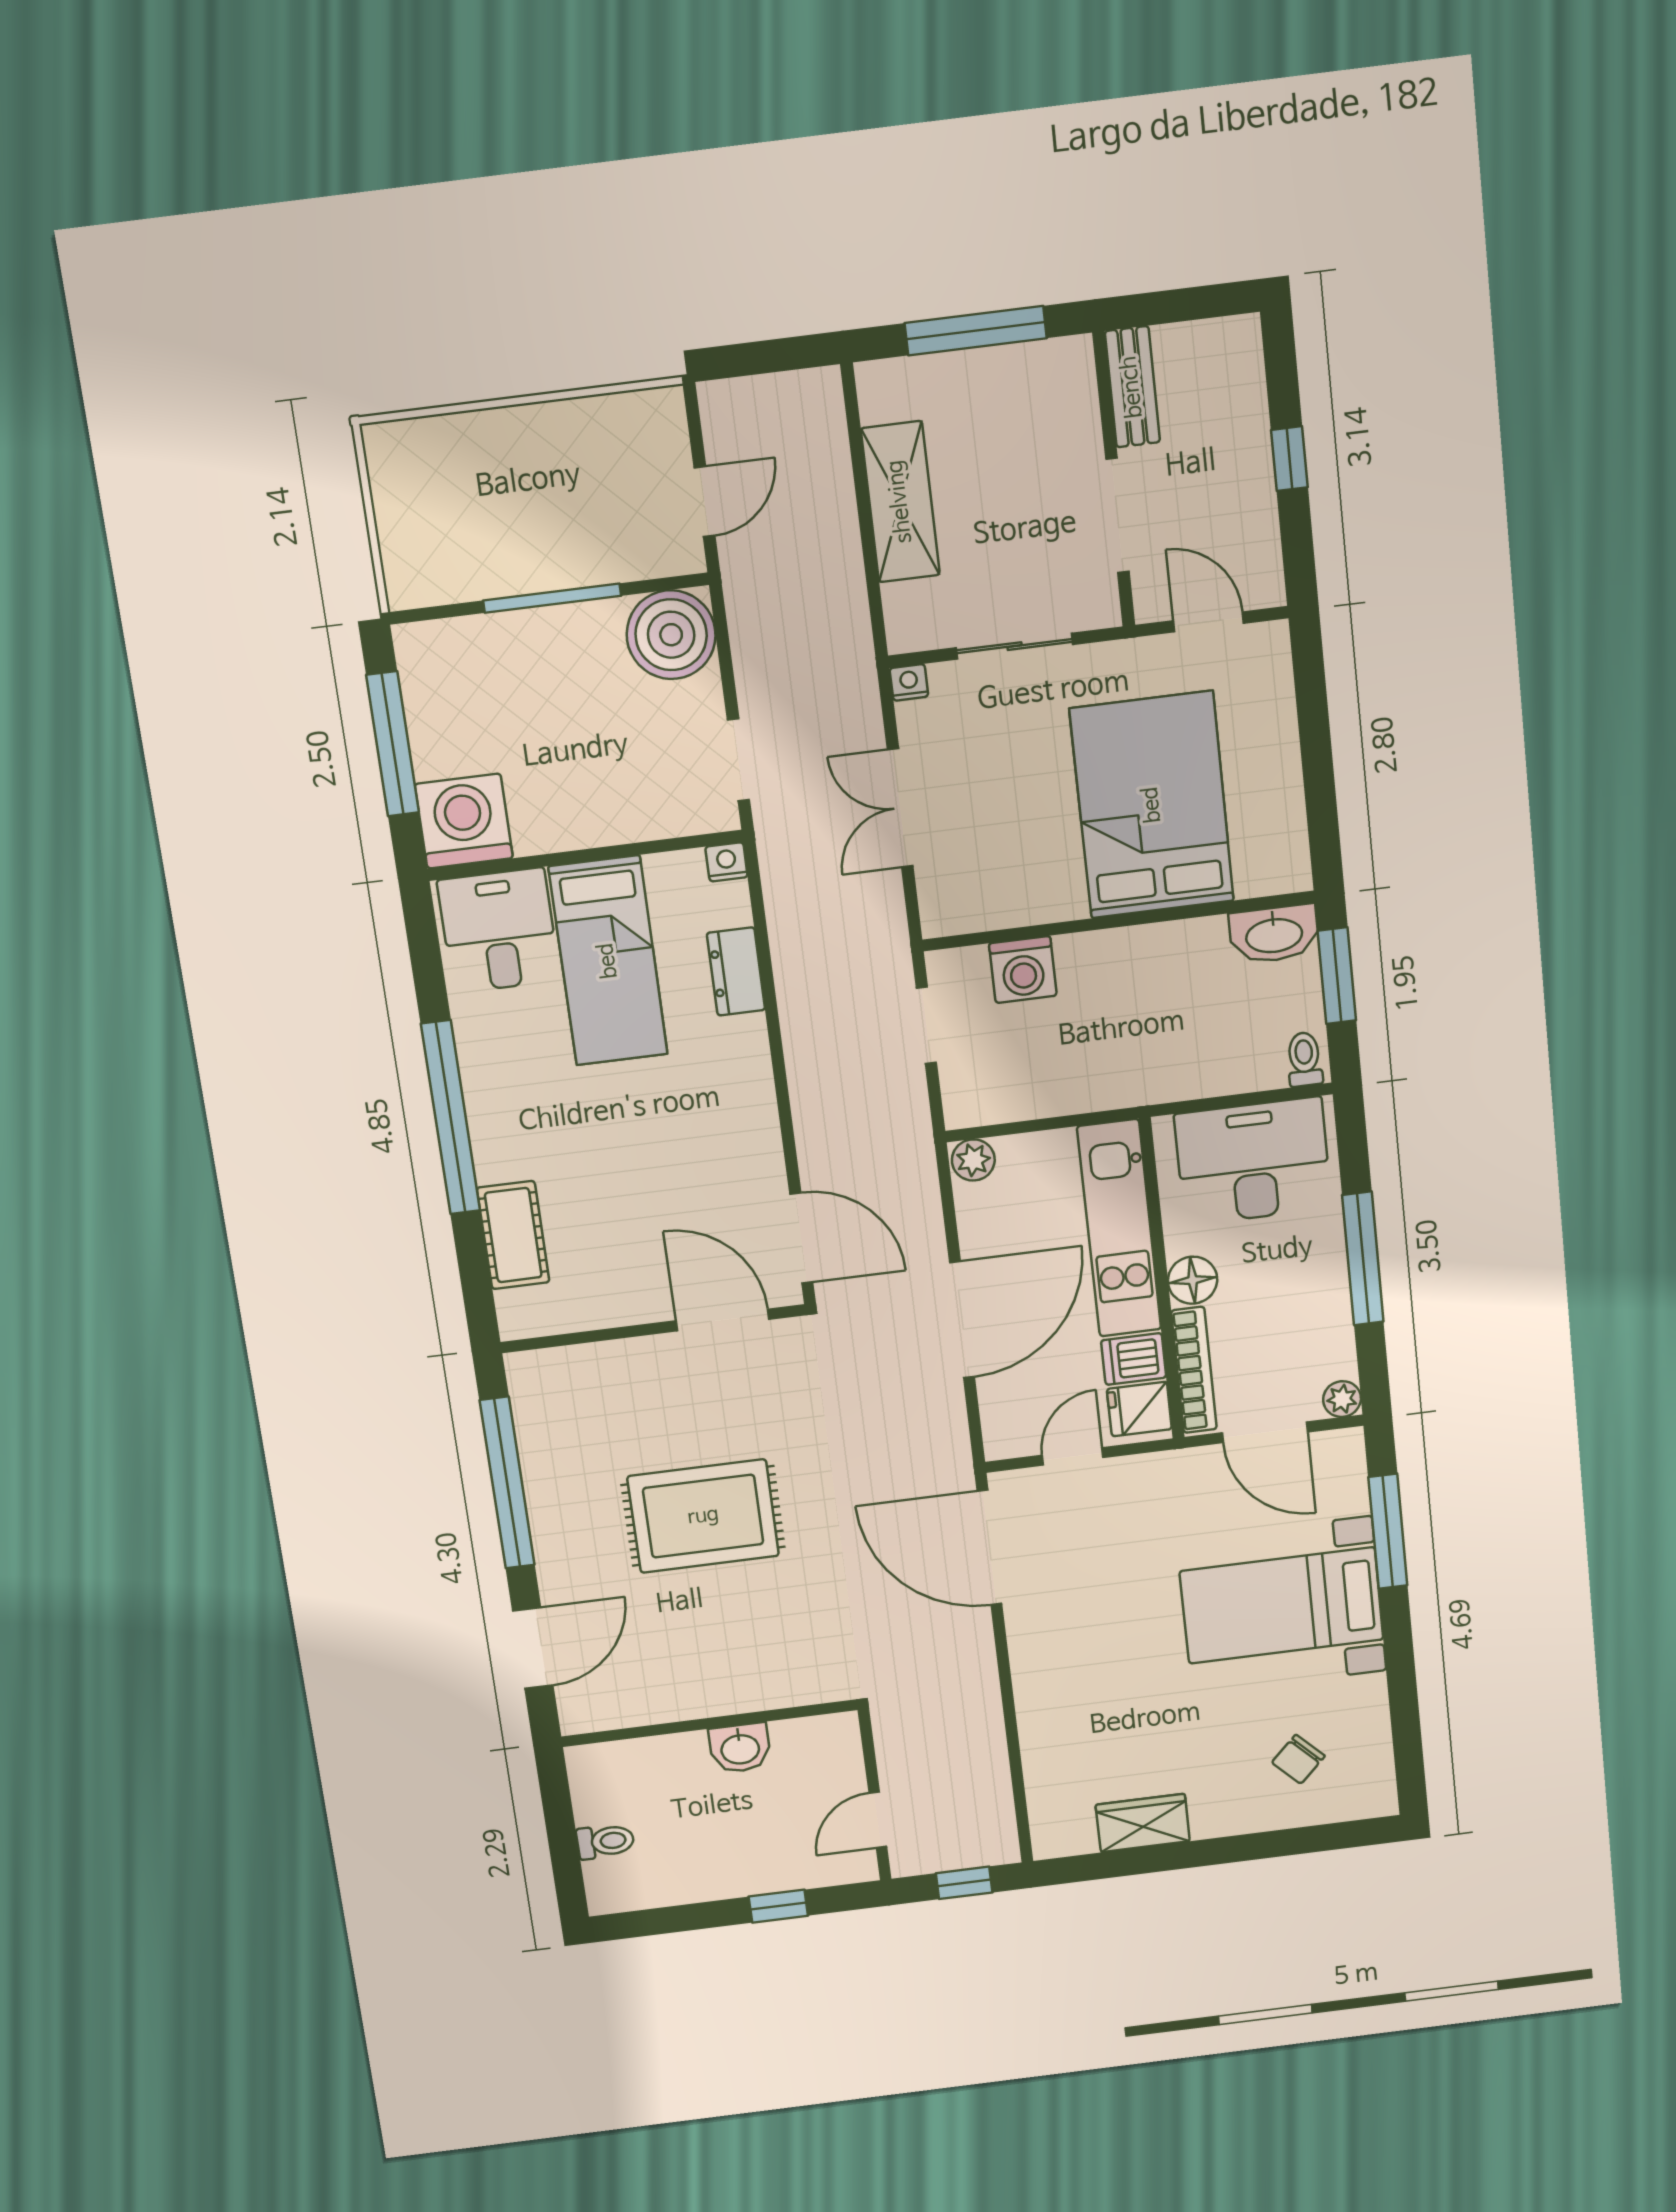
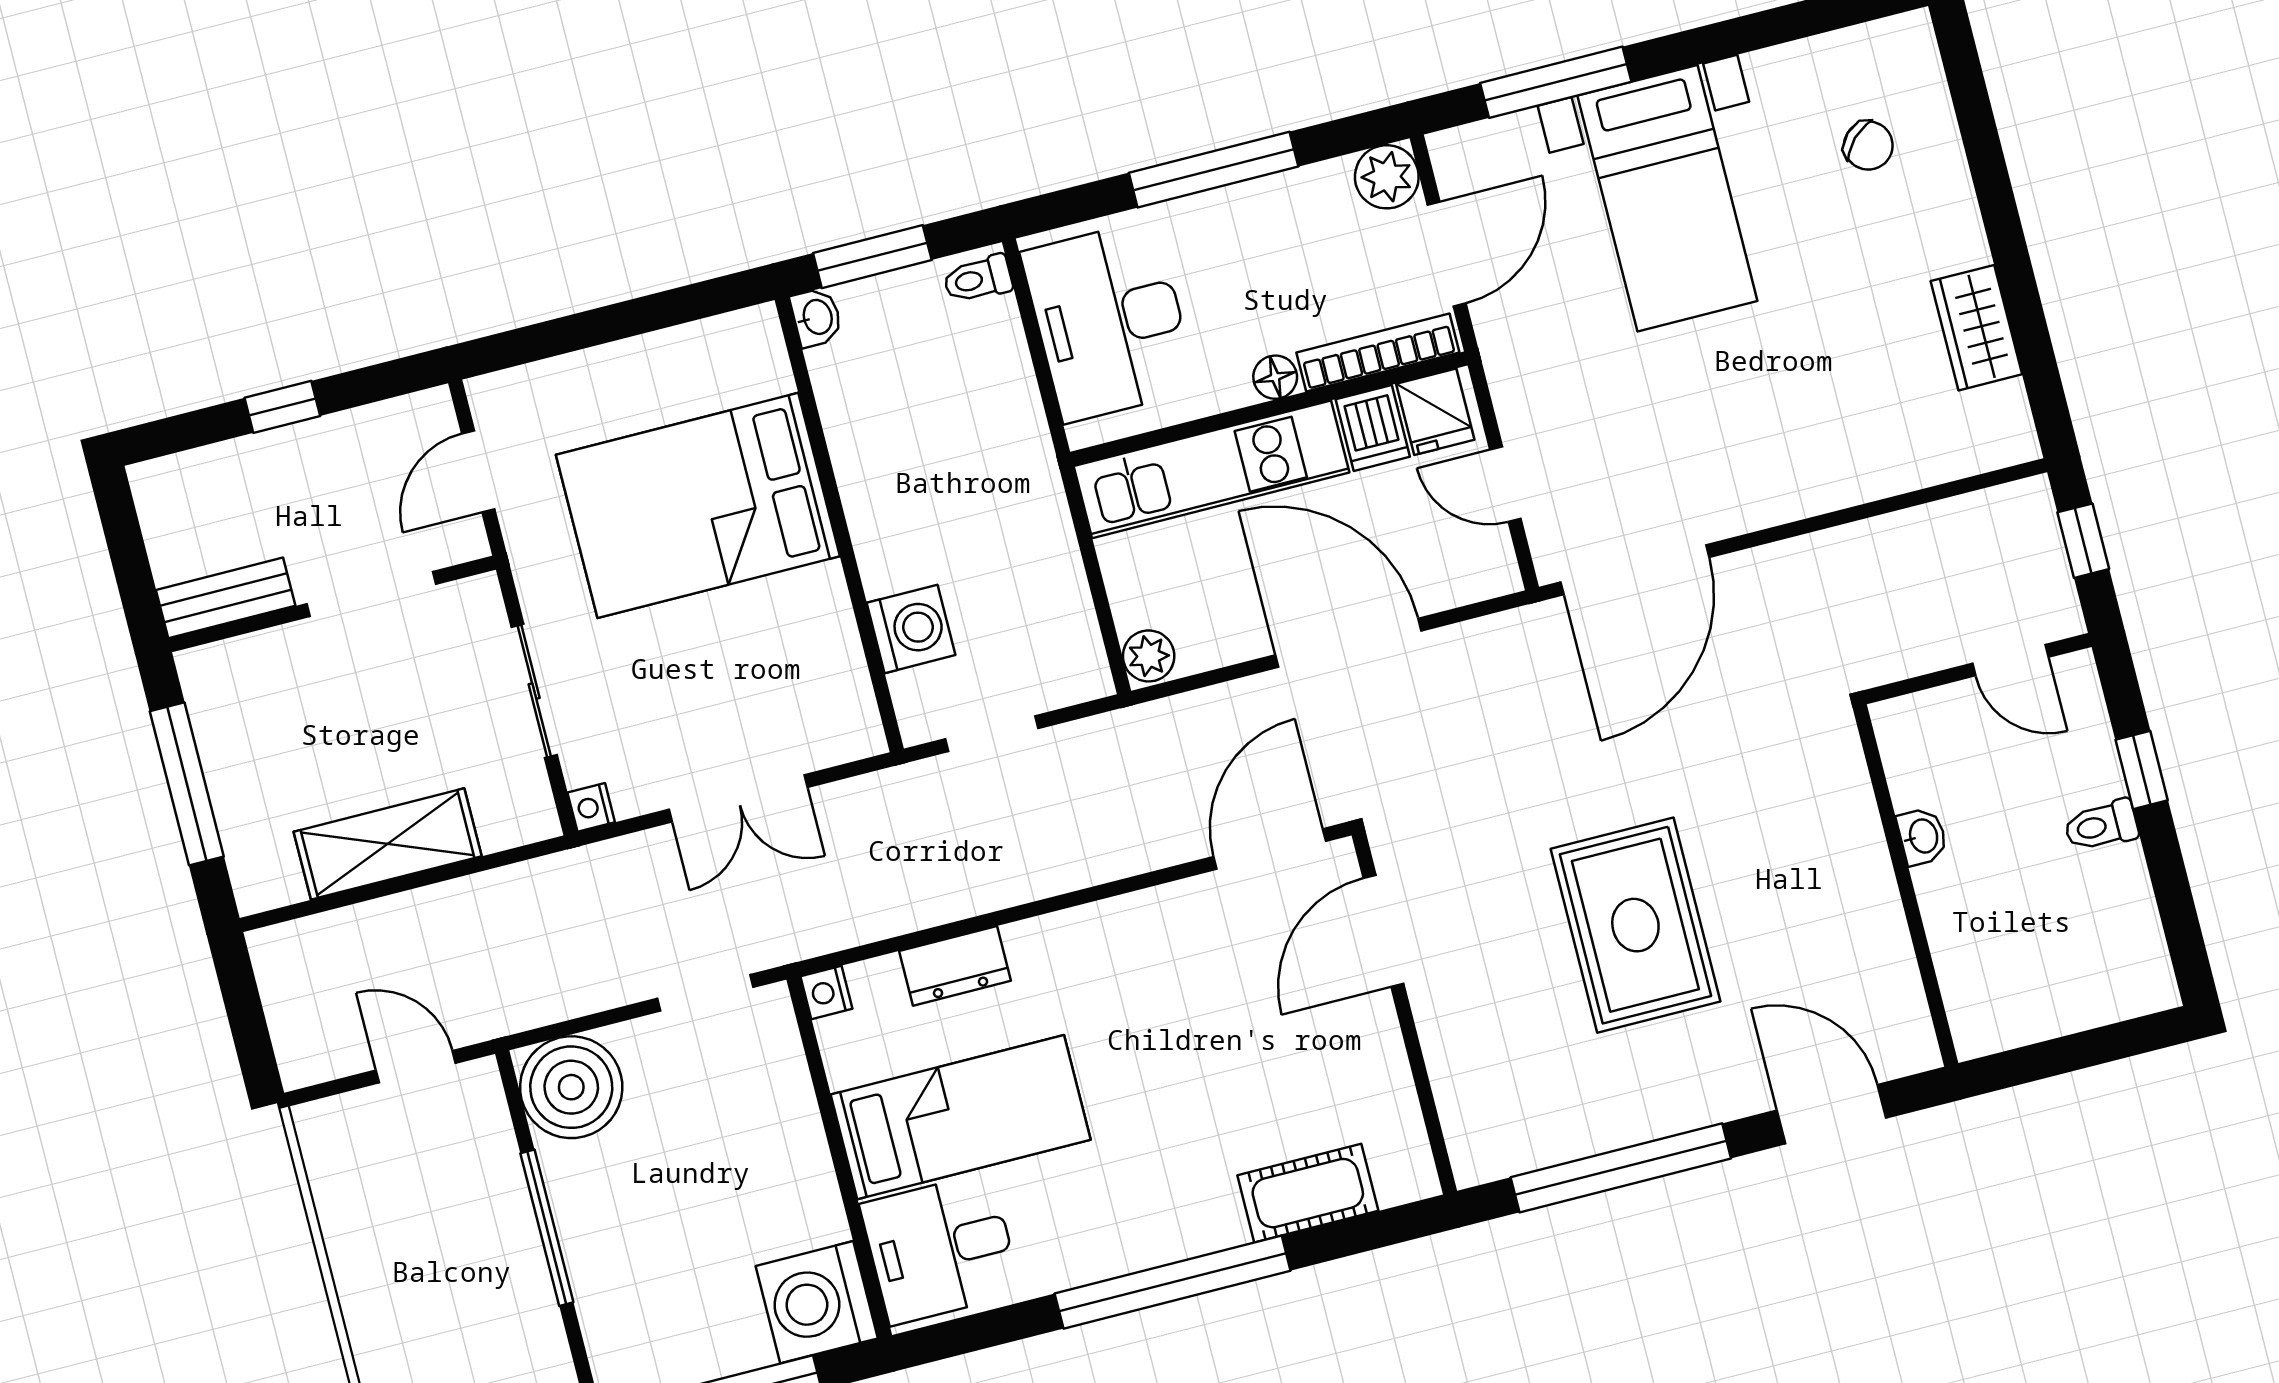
washbasin: (1274, 934) -> (816, 317), width x0.52, depth x0.69
floor lamp: (1193, 1280) -> (1275, 377), width x0.73, depth x0.73
plant: (1342, 1399) -> (1387, 177), width x1.38, depth x1.38
washbasin: (740, 1748) -> (1922, 836), width x0.72, depth x0.69
toilet: (605, 1841) -> (2101, 826), moved, turned -90

